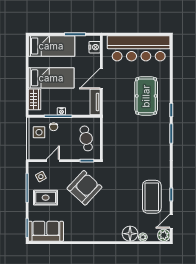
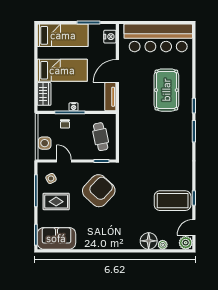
side table: (39, 132) -> (45, 143), moved
door: (53, 161) -> (64, 161), hinge flipped
coffee table: (152, 197) -> (173, 201), turned 90

